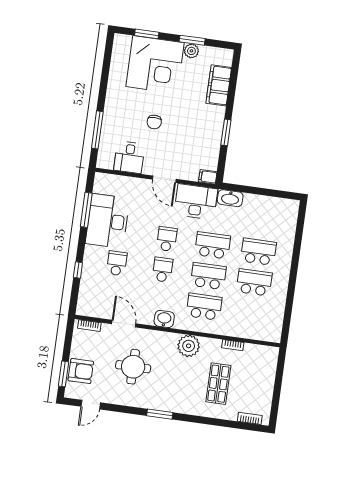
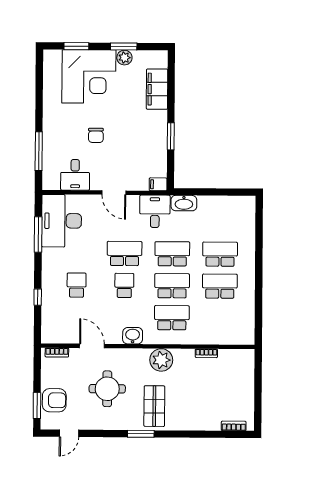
desk: (196, 202) -> (155, 211), width x0.73
desk: (107, 221) -> (62, 221), moved
school desk: (167, 239) -> (125, 253), width x1.85
shop shelf: (218, 384) -> (154, 406), moved

